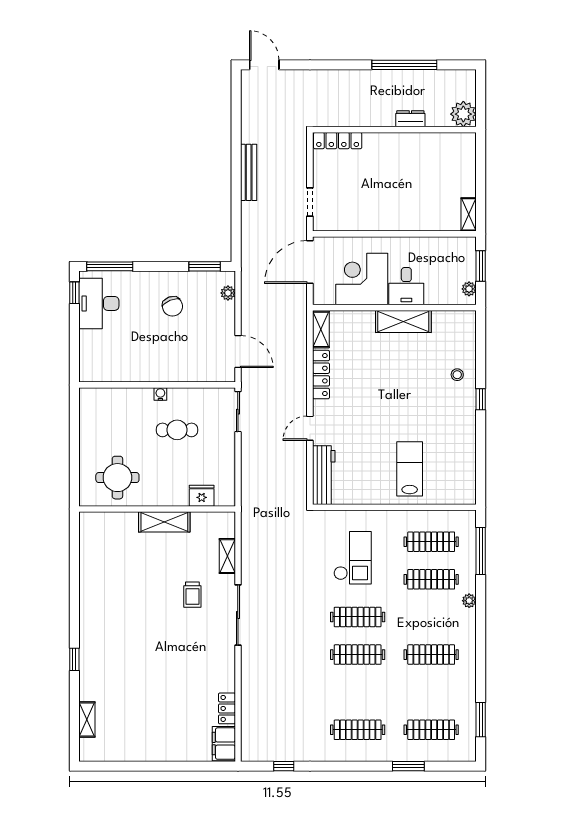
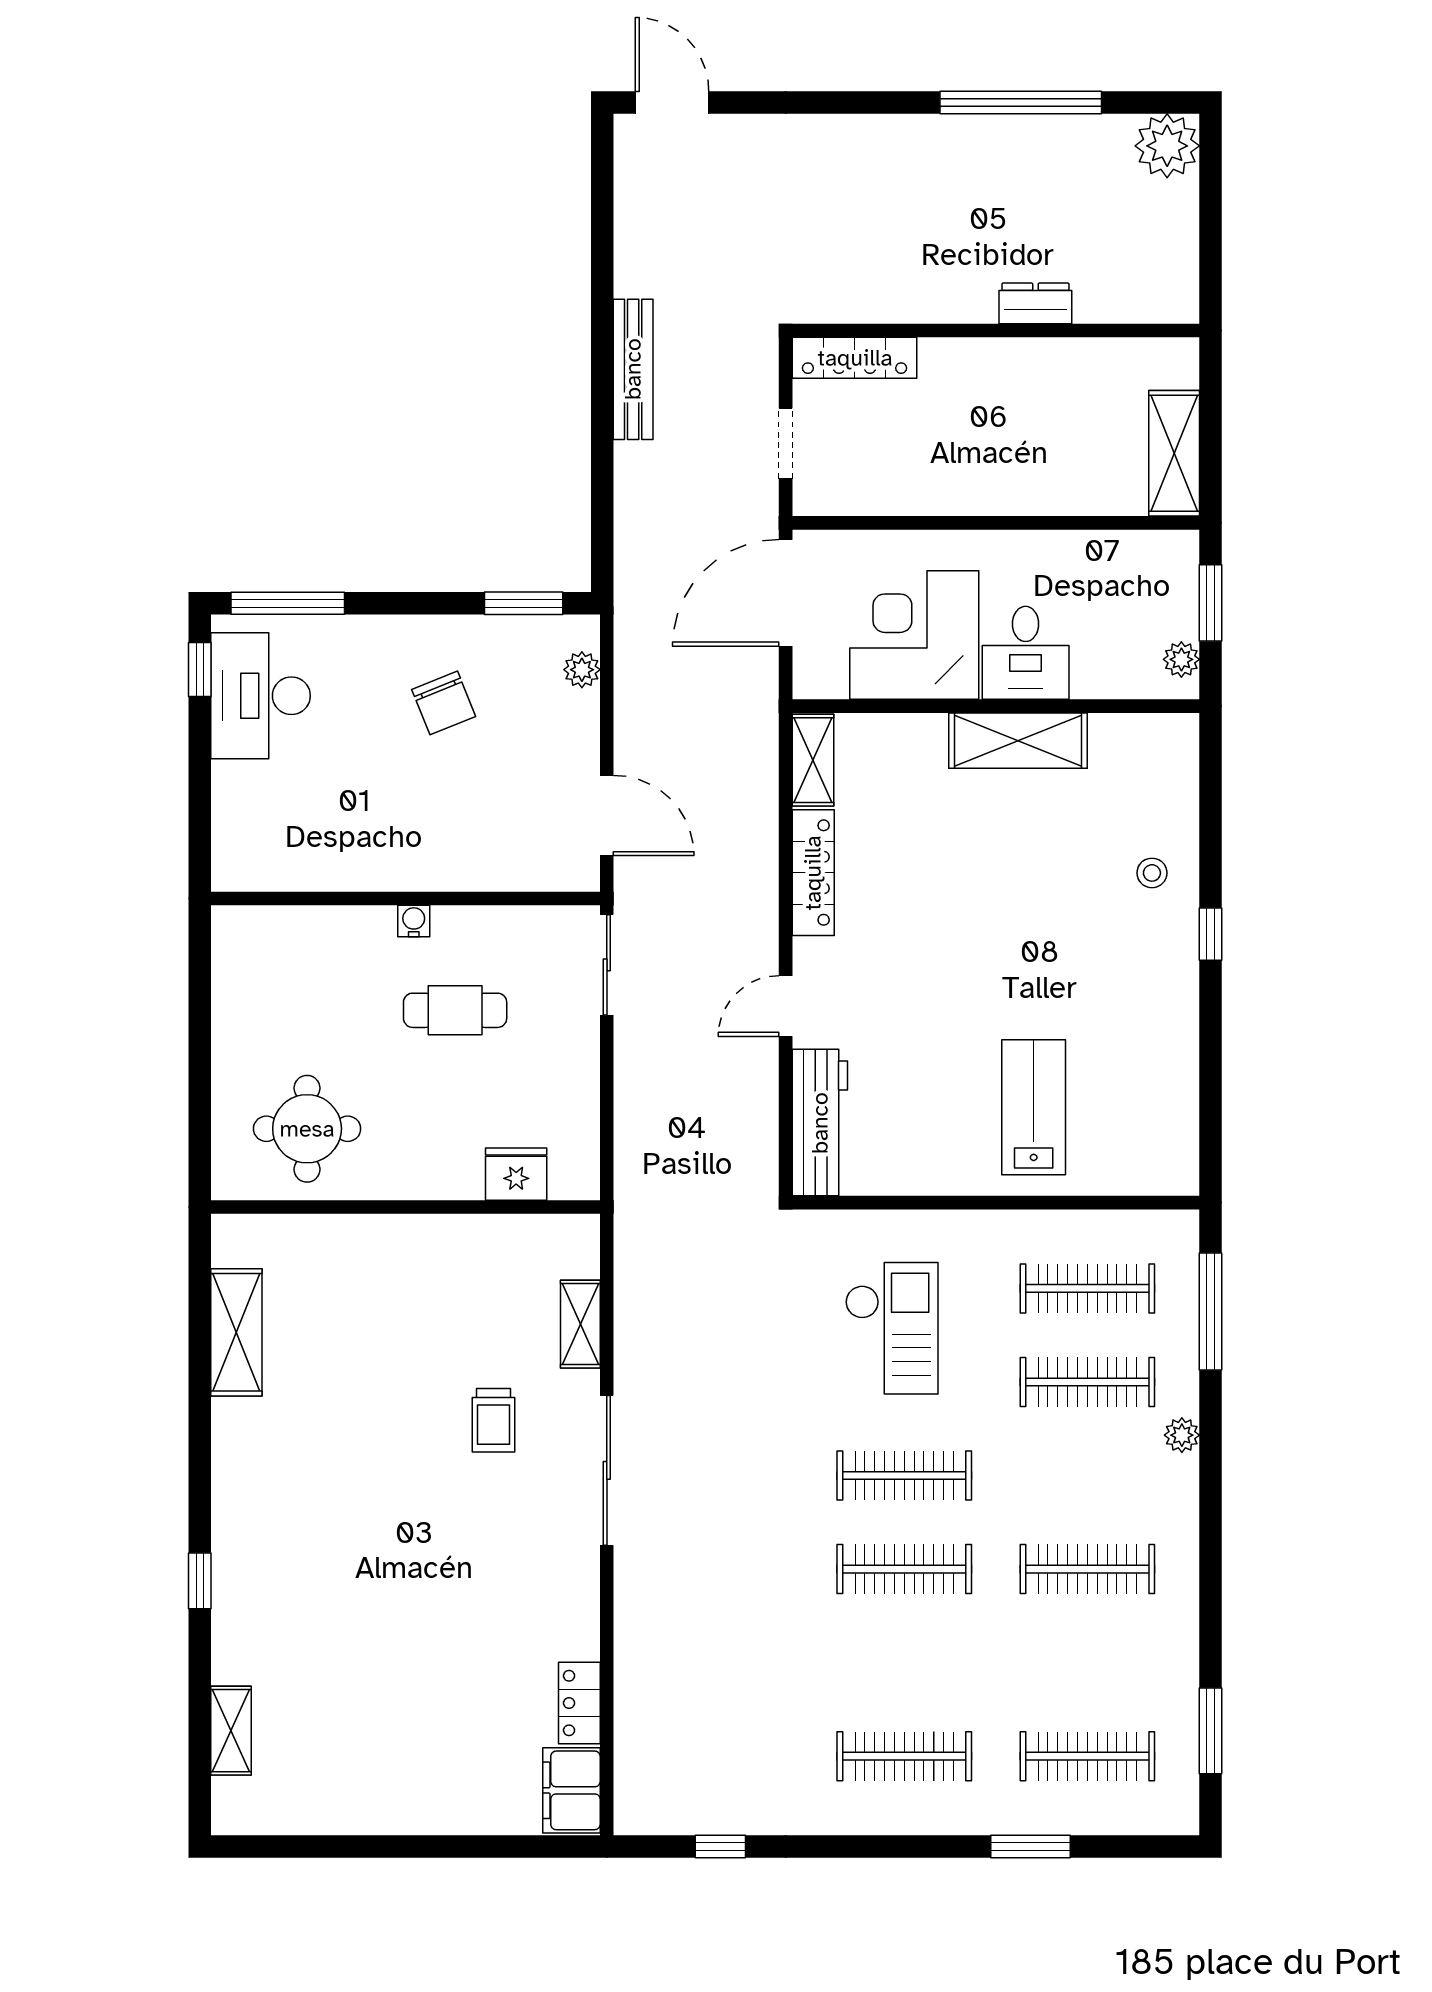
plant: (463, 114) -> (1167, 146), moved
dresser: (410, 119) -> (1035, 303), moved
wall: (394, 130) -> (996, 331), moved
locker: (338, 141) -> (855, 358), moved
shelving: (469, 214) -> (1174, 453), width x1.50, depth x1.33
shelving: (164, 522) -> (236, 1332), moved, turned 90

